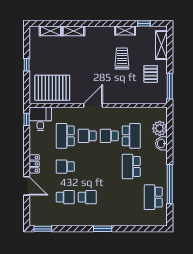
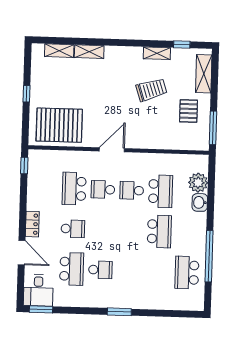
trolley: (122, 59) -> (151, 90), turned 72
desk: (40, 119) -> (38, 290), moved, turned 180
school desk: (65, 167) -> (73, 229), turned 180
school desk: (131, 167) -> (159, 231), turned 180
school desk: (65, 197) -> (72, 269), width x1.85

